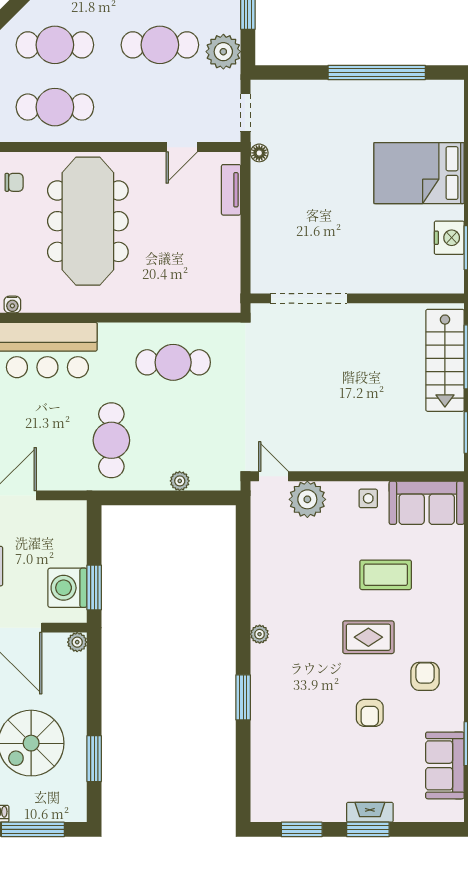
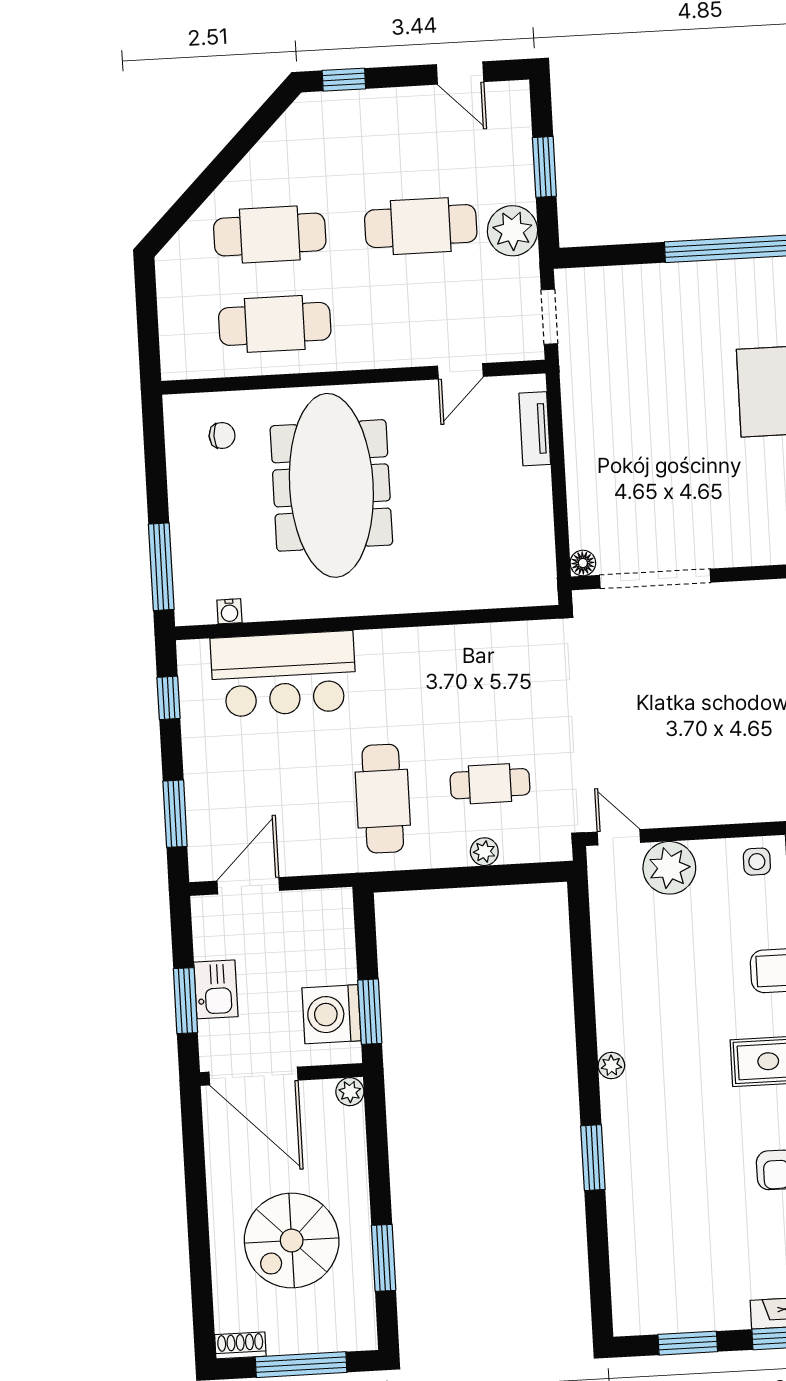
floor lamp: (259, 153) -> (583, 563), moved
cafe table: (173, 362) -> (490, 784), moved, width x0.73, depth x0.74

